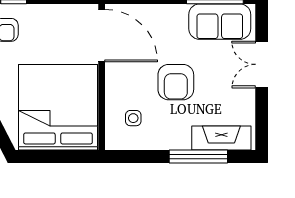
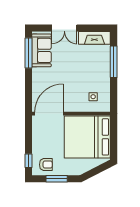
armchair: (176, 82) -> (74, 74), removed
fireplace: (221, 138) -> (94, 38), moved, turned -90

